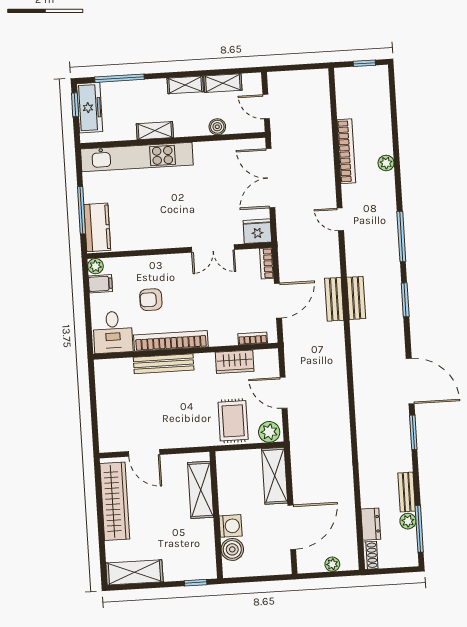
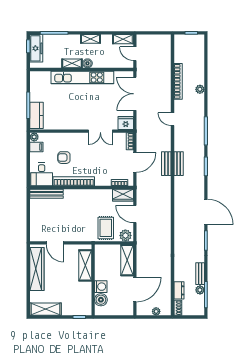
shelving: (223, 83) -> (123, 39), moved
boiler: (217, 127) -> (87, 63), moved
kitchen unit: (137, 157) -> (82, 77), moved
wardrobe: (235, 362) -> (123, 195), moved
bench: (164, 364) -> (47, 194), moved

